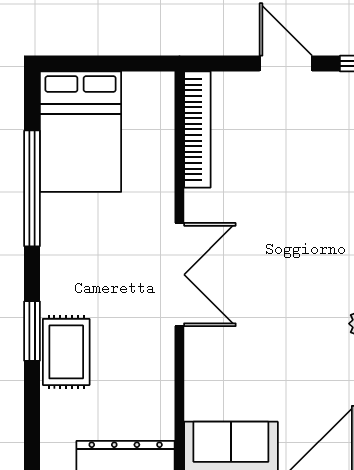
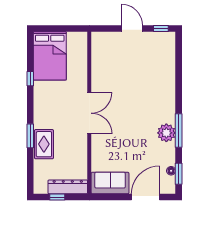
bookcase: (197, 129) -> (97, 55), removed
window: (32, 188) -> (30, 79), width x0.32

